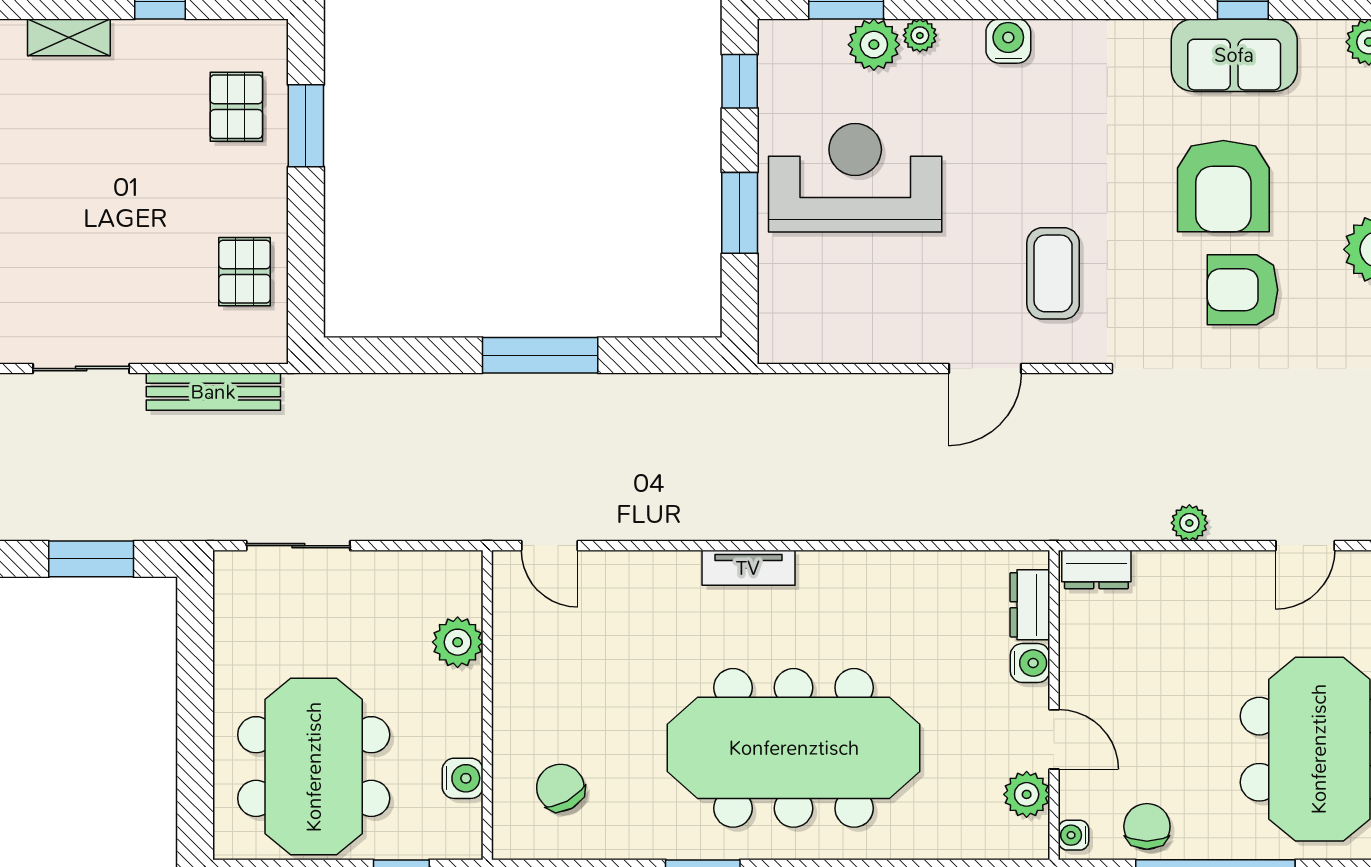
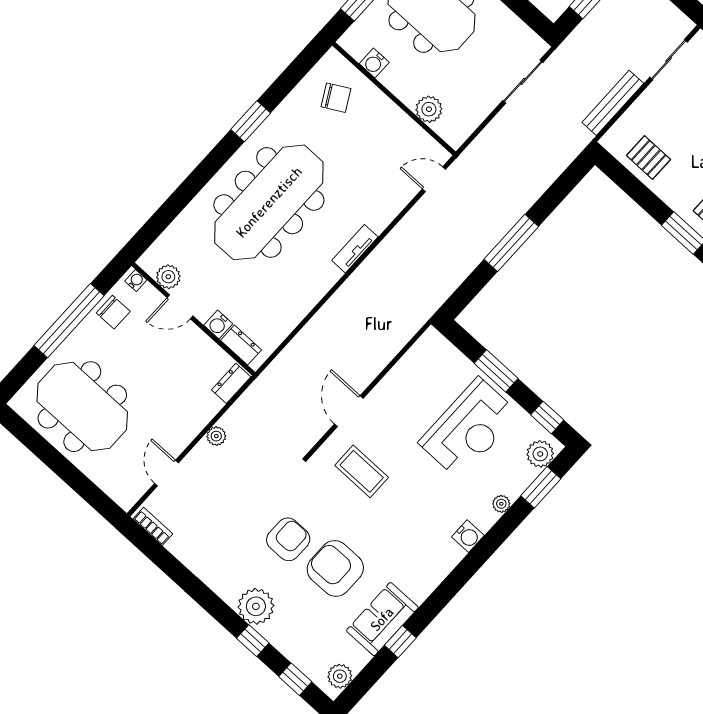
plant: (874, 45) -> (540, 454), moved

